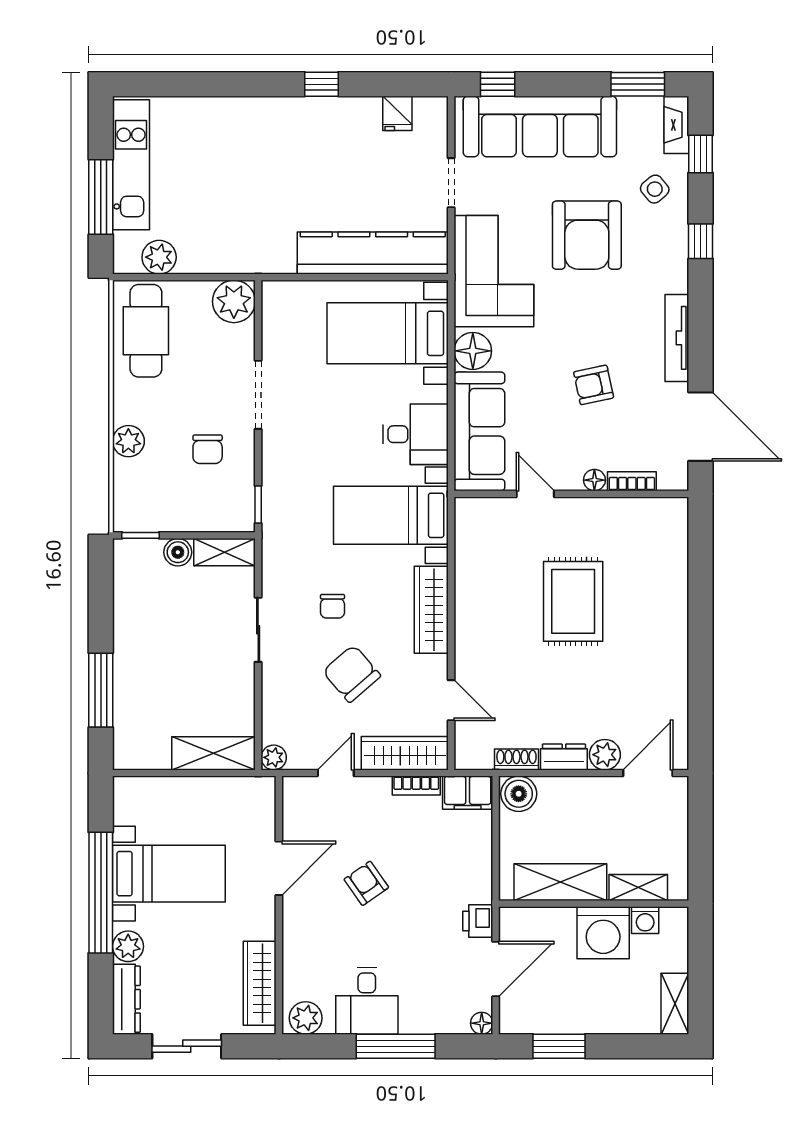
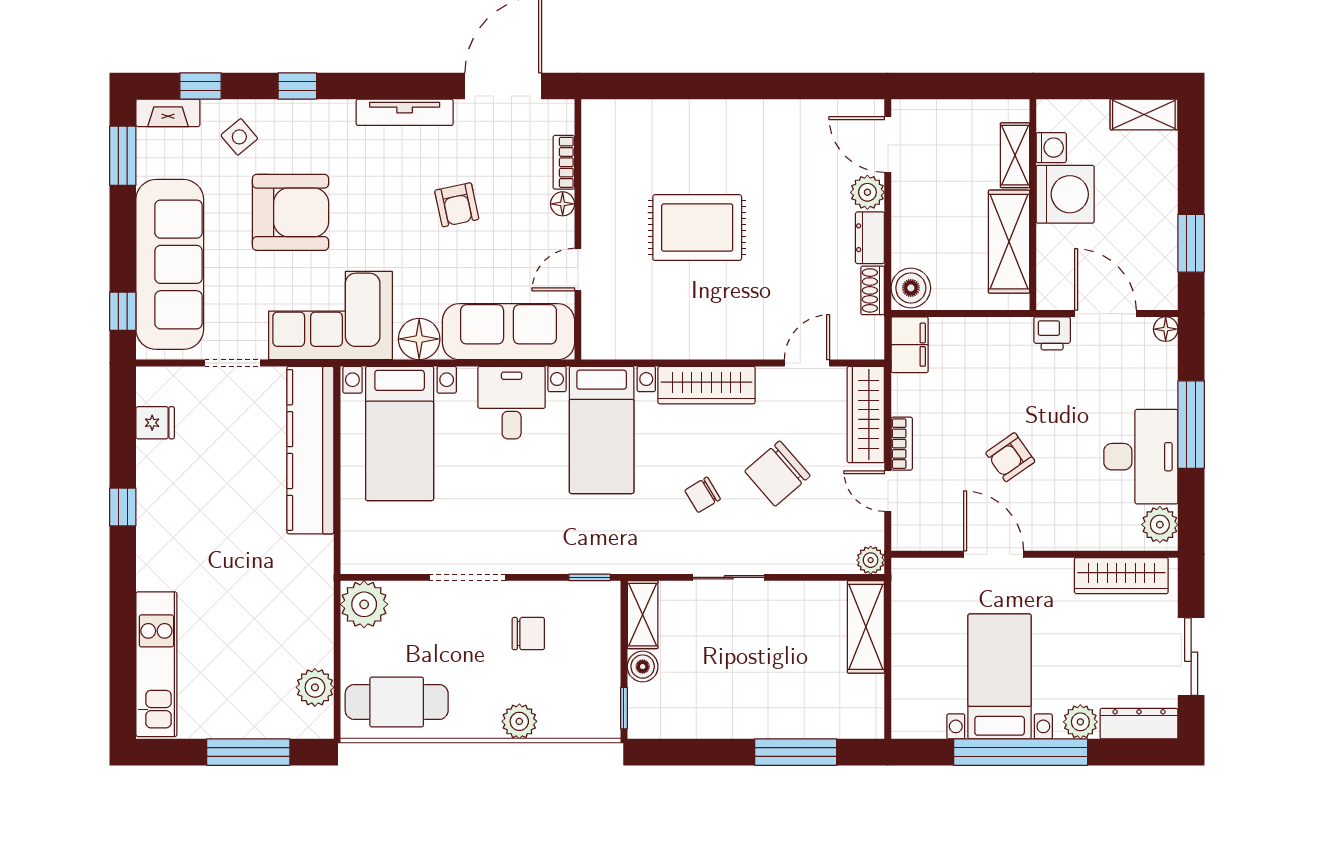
kitchen unit: (131, 165) -> (156, 664), moved, turned 90
chair: (332, 606) -> (703, 495), turned 149
bookcase: (416, 786) -> (902, 444), moved
desk: (367, 1001) -> (1141, 457), width x1.37

